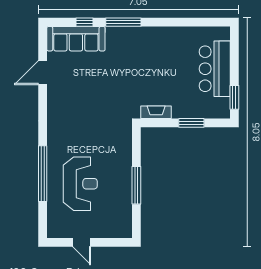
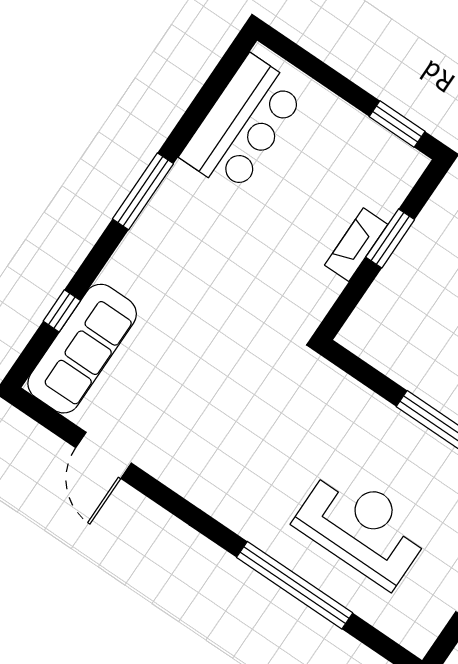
window: (123, 22) -> (143, 191), moved
bar counter: (215, 69) -> (243, 124), moved, turned -90
fireplace: (156, 112) -> (356, 245), moved

